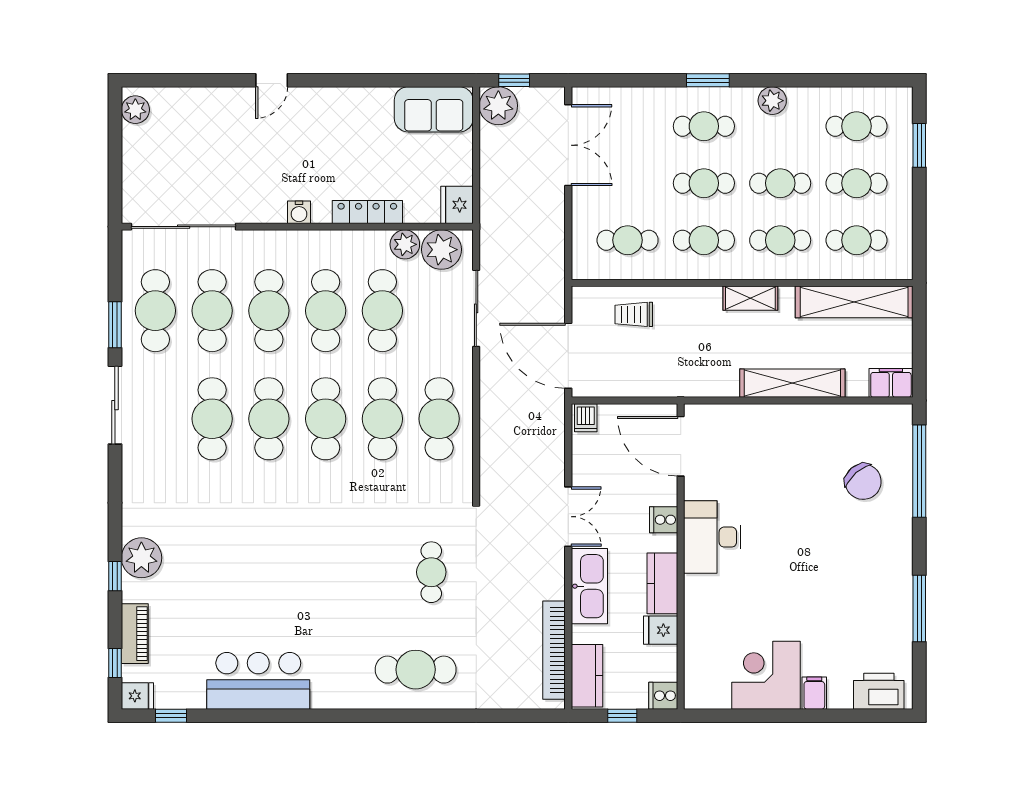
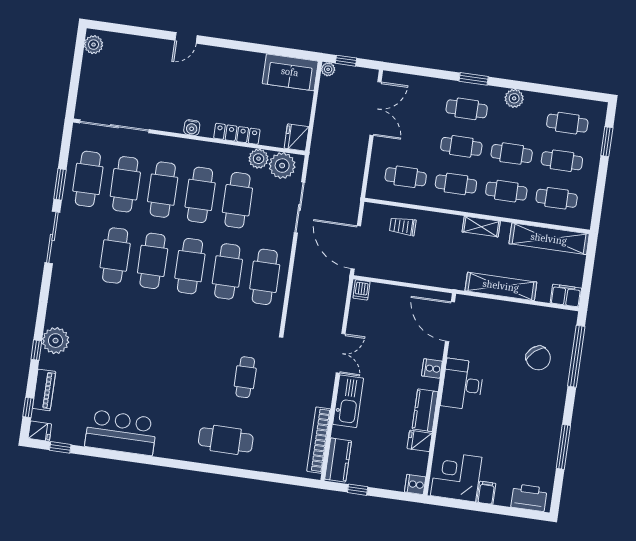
plant: (498, 106) -> (328, 69), width x0.53, depth x0.53
door: (681, 446) -> (450, 322), moved
cooker: (664, 520) -> (432, 368), moved
desk: (712, 537) -> (462, 384), moved
wall: (681, 556) -> (440, 394), moved
kitchen counter: (662, 583) -> (425, 410), moved
fridge: (661, 630) -> (420, 441), moved
cooker: (663, 696) -> (415, 484), moved

